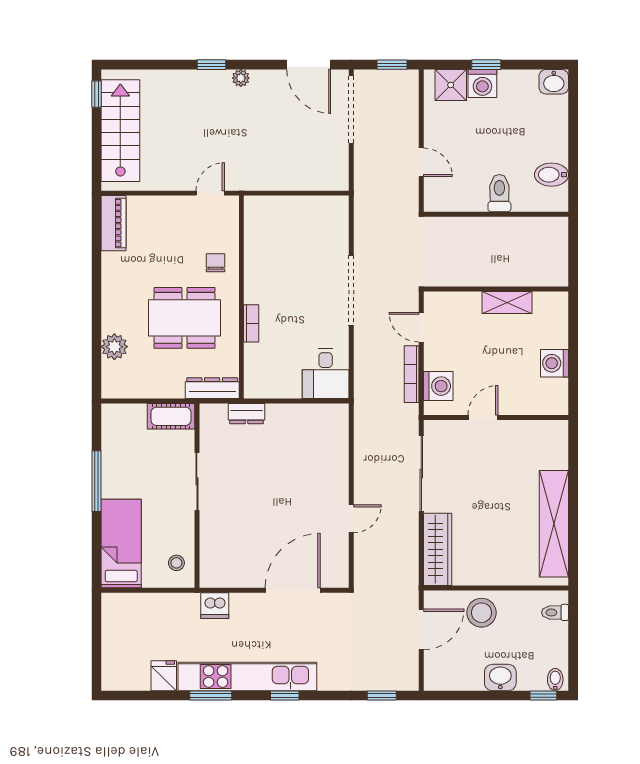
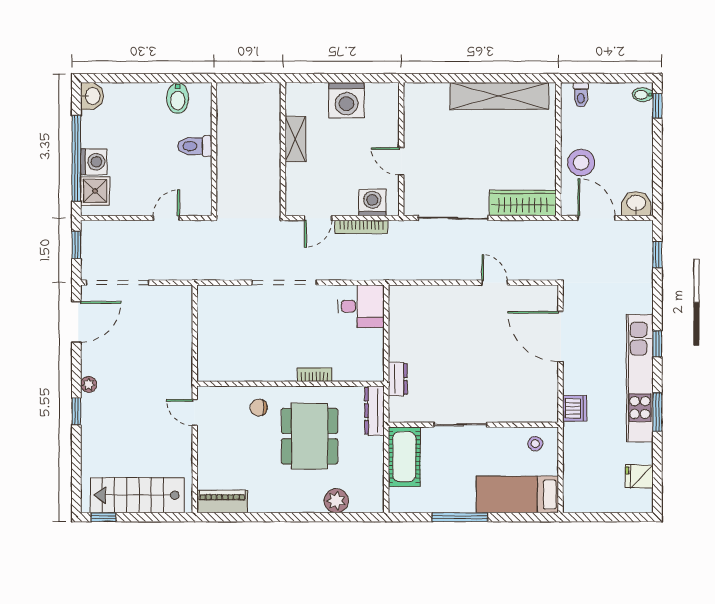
window: (486, 65) -> (76, 158), width x3.17
washing machine: (555, 363) -> (347, 100), width x1.37, depth x1.37
cot: (171, 416) -> (404, 457), width x1.37, depth x1.34
fridge: (164, 676) -> (639, 476), moved
washbasin: (500, 677) -> (636, 204), moved, turned 90

